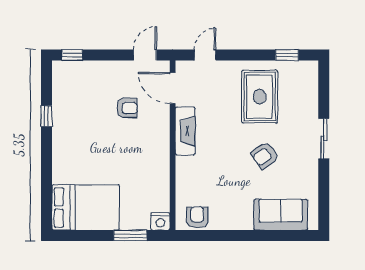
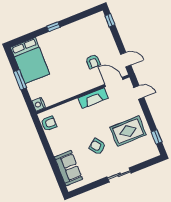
door: (173, 88) -> (114, 82), hinge flipped
window: (46, 116) -> (53, 27), moved
window: (130, 236) -> (20, 80), moved

